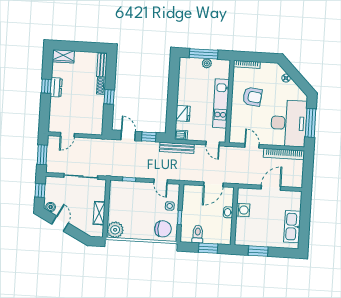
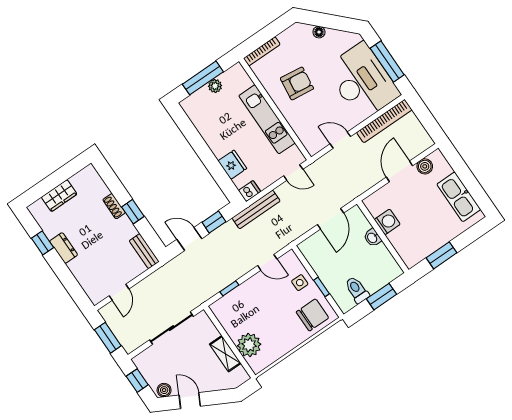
wardrobe: (63, 56) -> (59, 196), moved
bench: (102, 65) -> (144, 251), moved
window: (46, 86) -> (43, 243), moved
boiler: (287, 196) -> (425, 166), added
plant: (115, 230) -> (249, 345), moved

